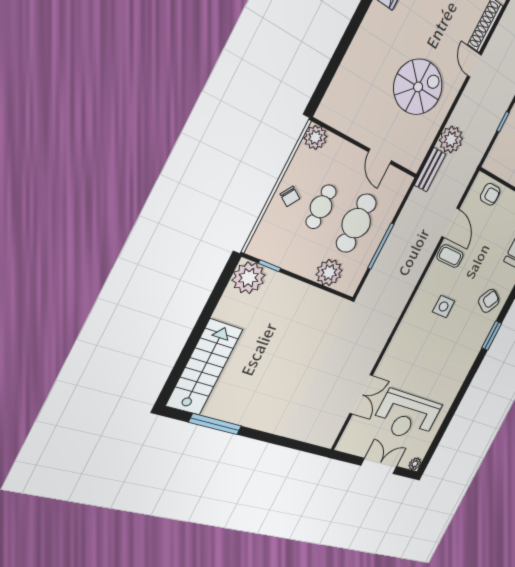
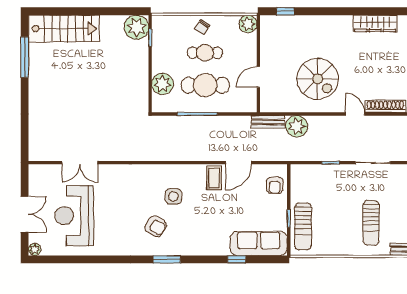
door: (474, 65) -> (355, 114), hinge flipped
window: (325, 82) -> (285, 11), added
armchair: (489, 301) -> (156, 226), moved

